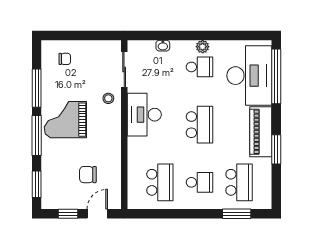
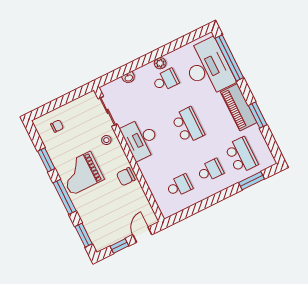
window: (37, 88) -> (46, 160), width x0.69
chair: (88, 175) -> (126, 177), moved
school desk: (160, 182) -> (179, 186), width x0.54

